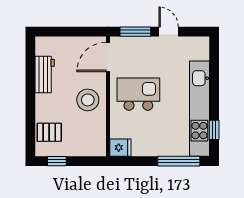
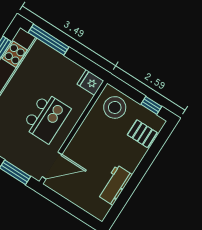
kitchen island: (138, 94) -> (46, 118), turned -90
stool: (88, 100) -> (115, 107), moved

